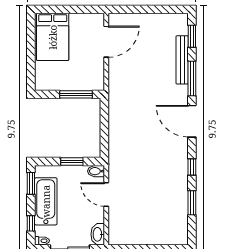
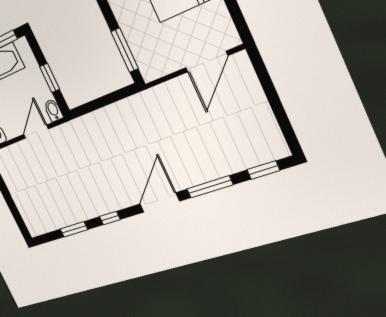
door: (106, 42) -> (207, 62), hinge flipped
bench: (182, 60) -> (227, 167), removed

